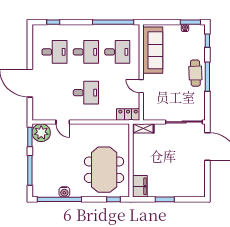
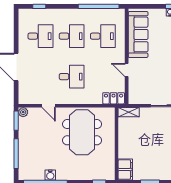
plant: (41, 133) -> (23, 112), width x0.53, depth x0.53
meeting table: (104, 170) -> (82, 132), moved

